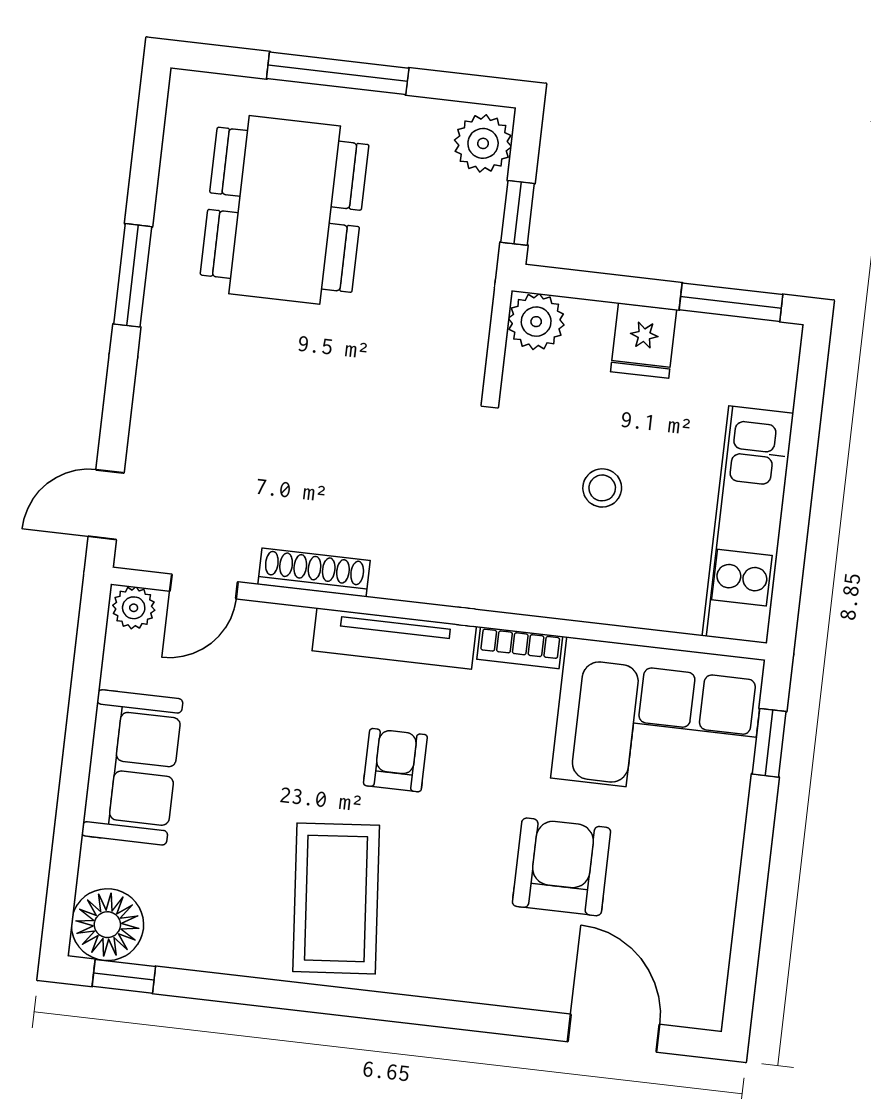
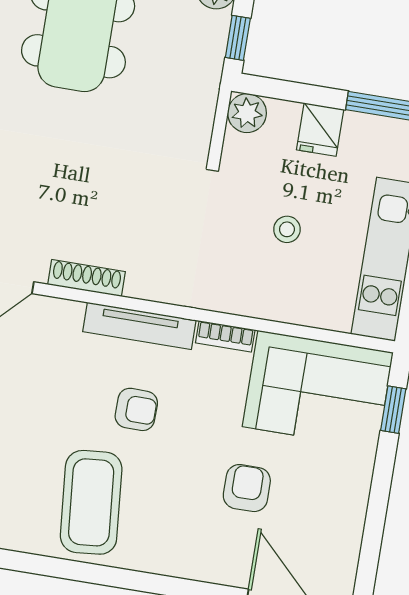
armchair: (395, 760) -> (136, 409), turned 91
armchair: (562, 867) -> (247, 488), width x0.72, depth x0.72

